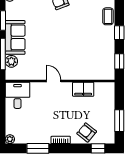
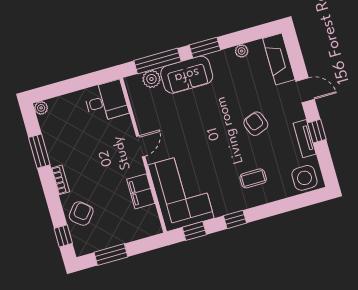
coffee table: (108, 16) -> (253, 178), moved
corner sofa: (91, 63) -> (181, 192), added

